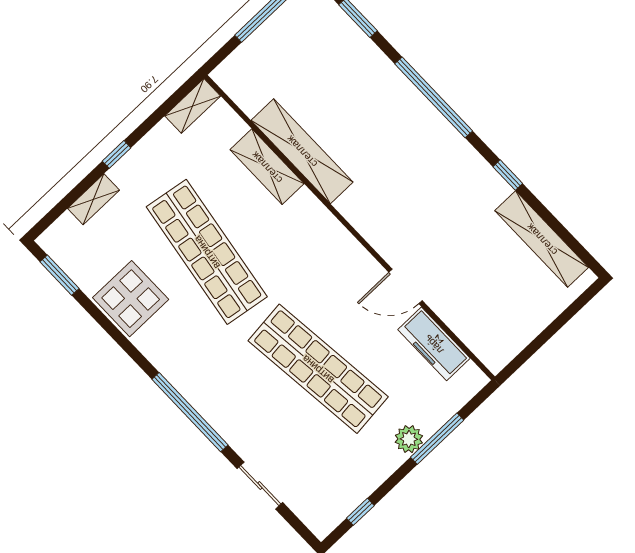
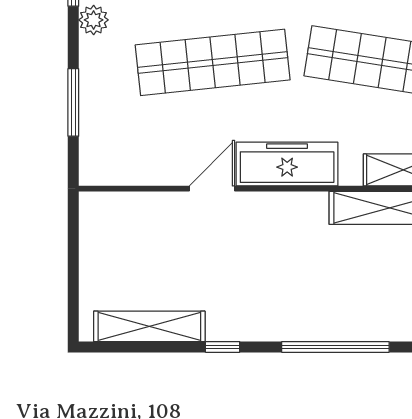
freezer: (434, 344) -> (287, 164), moved, width x1.36, depth x1.26
plant: (409, 439) -> (94, 20), moved

